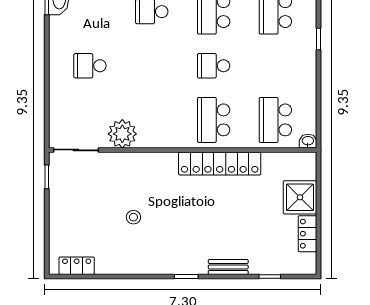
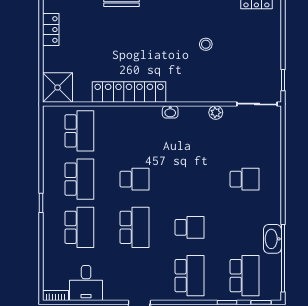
school desk: (214, 120) -> (79, 179), moved
plant: (122, 134) -> (216, 113), width x0.53, depth x0.53
washbasin: (308, 141) -> (170, 112), moved
shower: (300, 197) -> (58, 88), moved

